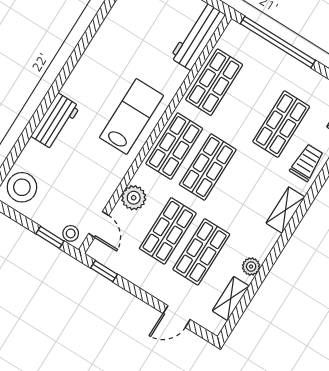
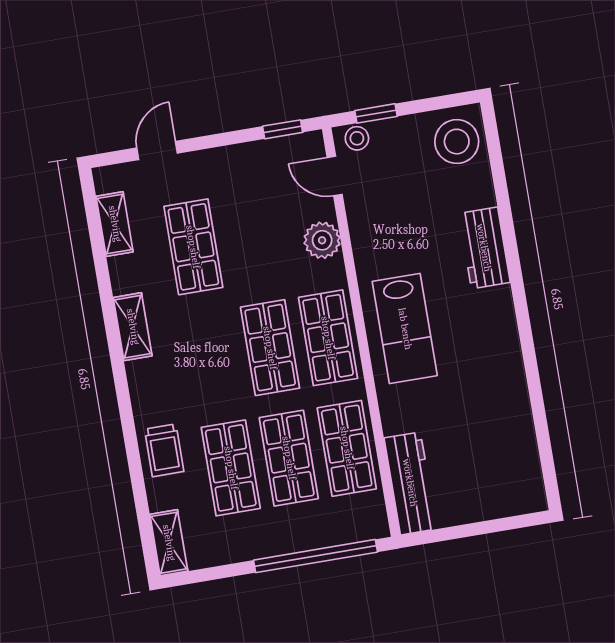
shelving: (285, 210) -> (133, 327), moved
shop shelf: (168, 231) -> (289, 458), moved
plant: (251, 267) -> (124, 280), removed

